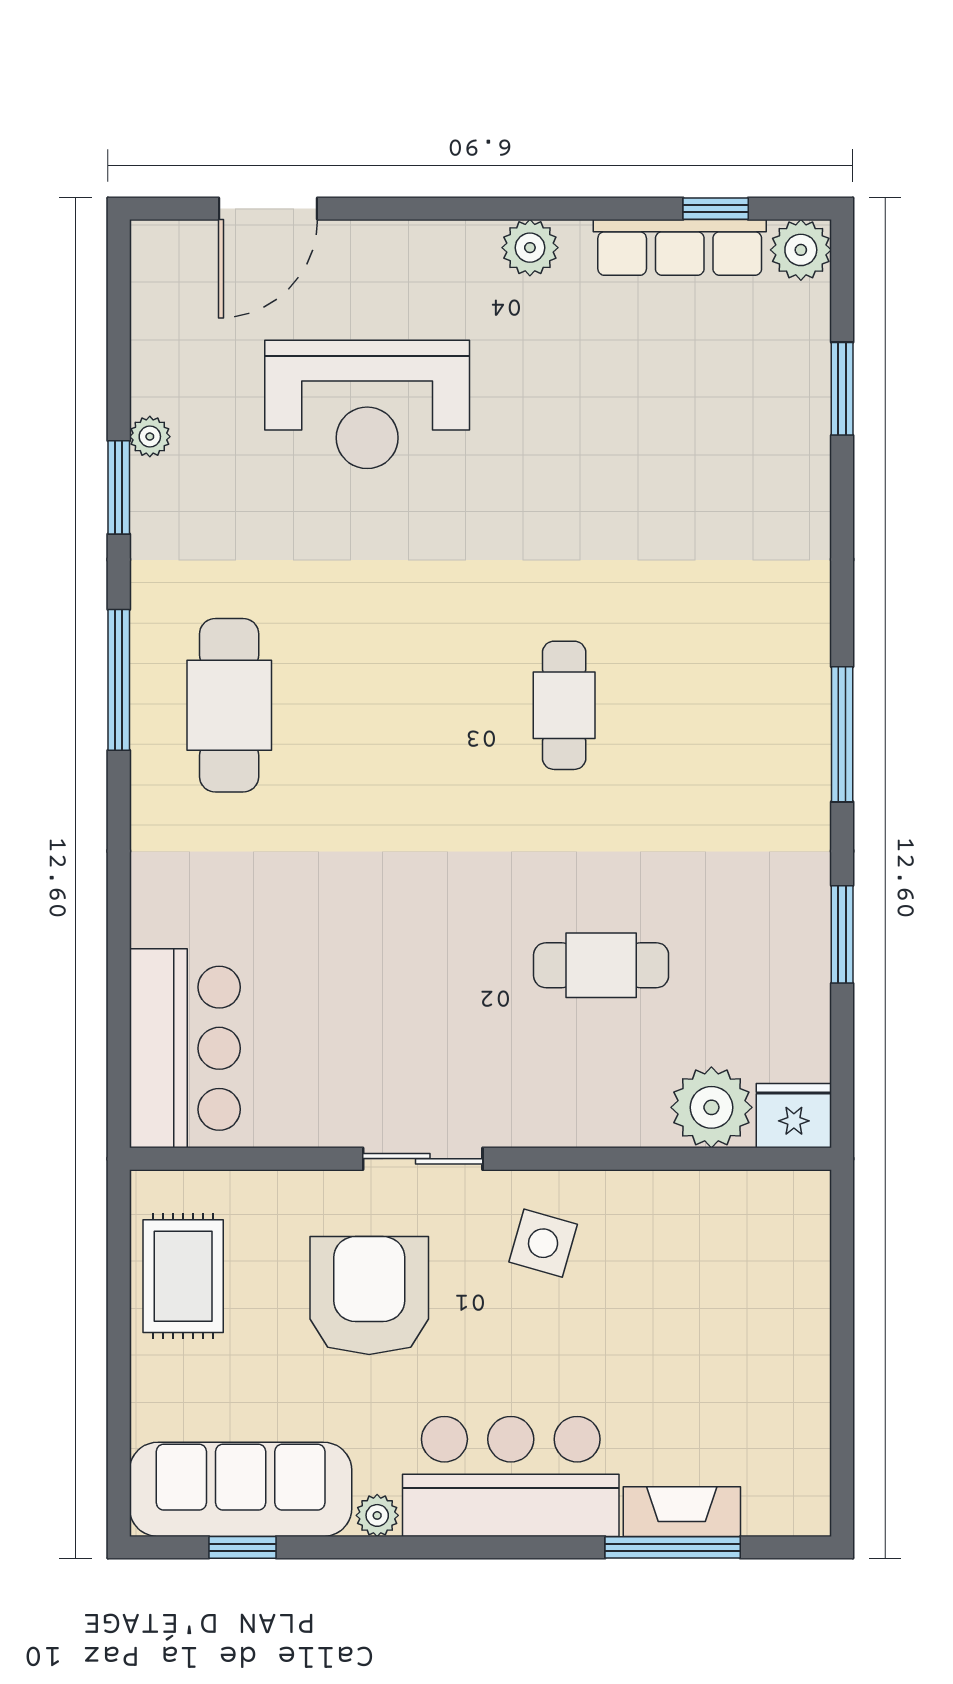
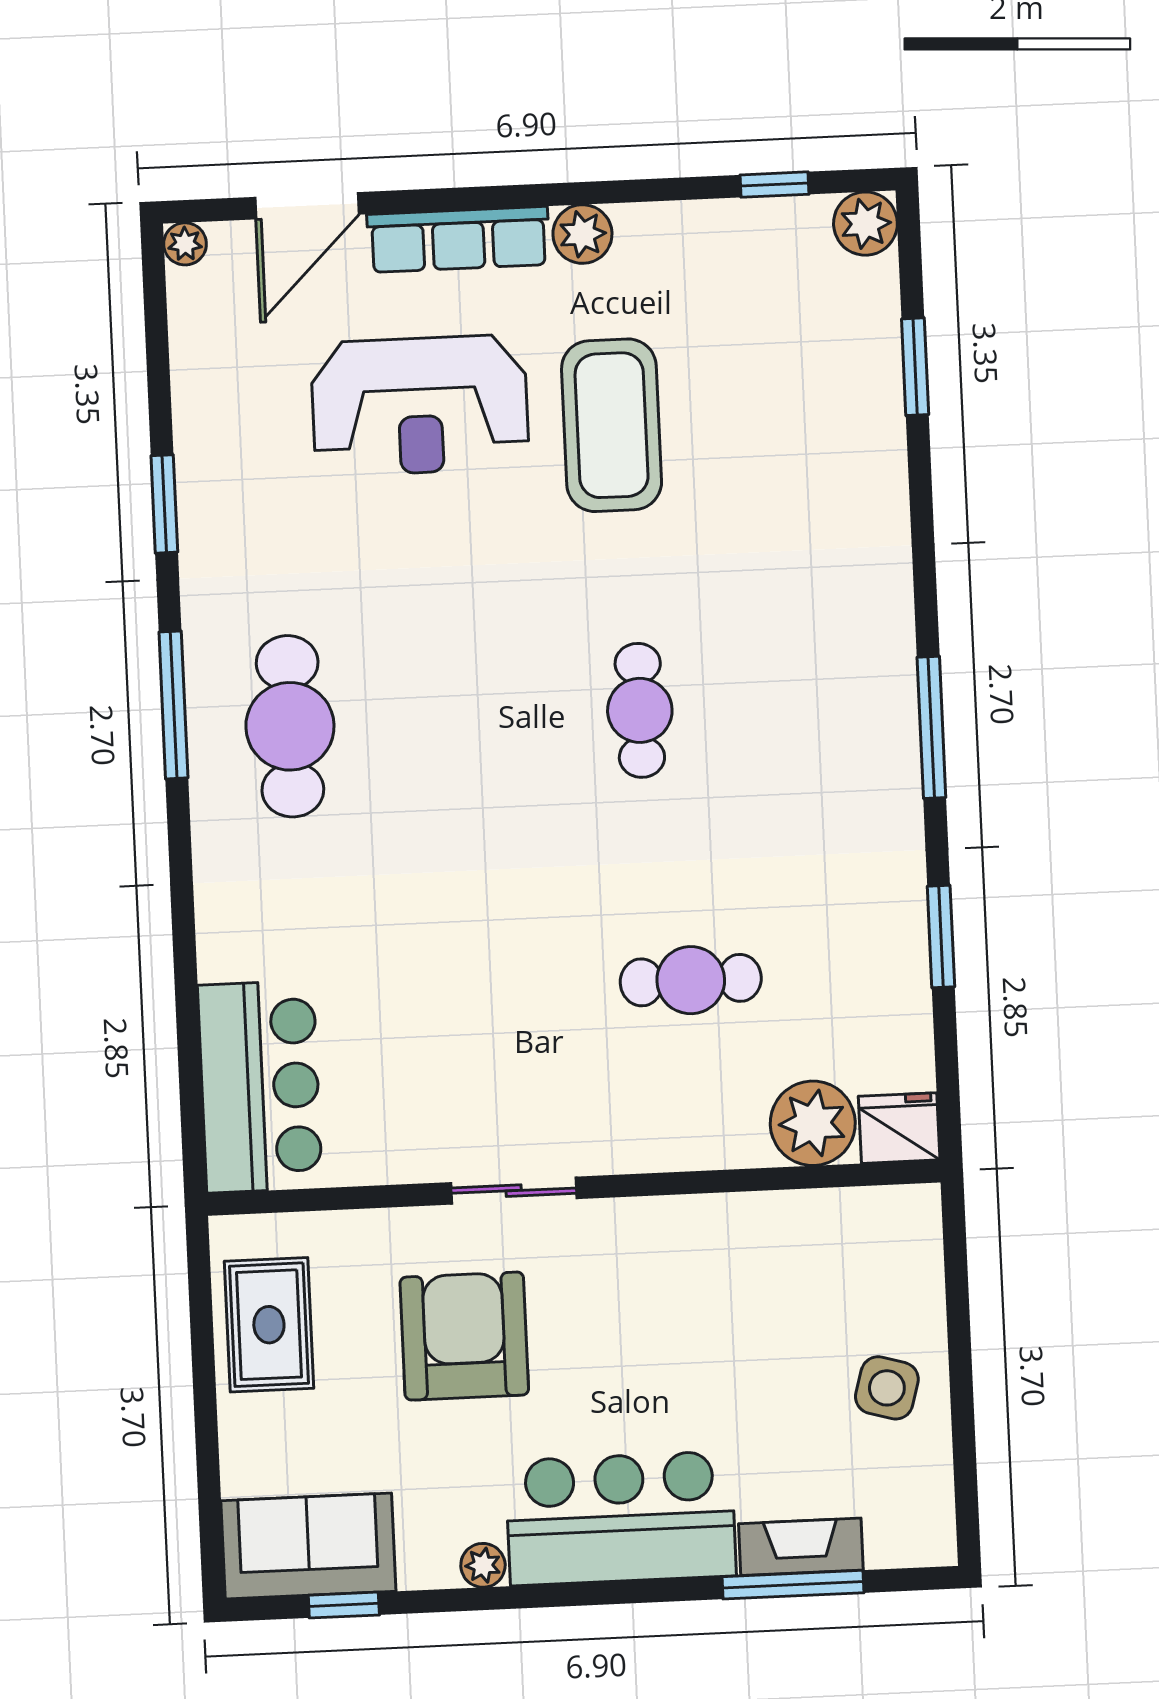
row of seats: (680, 247) -> (458, 239), moved
coffee table: (549, 432) -> (612, 425), added
plant: (150, 437) -> (185, 244), moved
side table: (543, 1243) -> (887, 1388), moved
sofa: (241, 1489) -> (308, 1546), width x0.73

